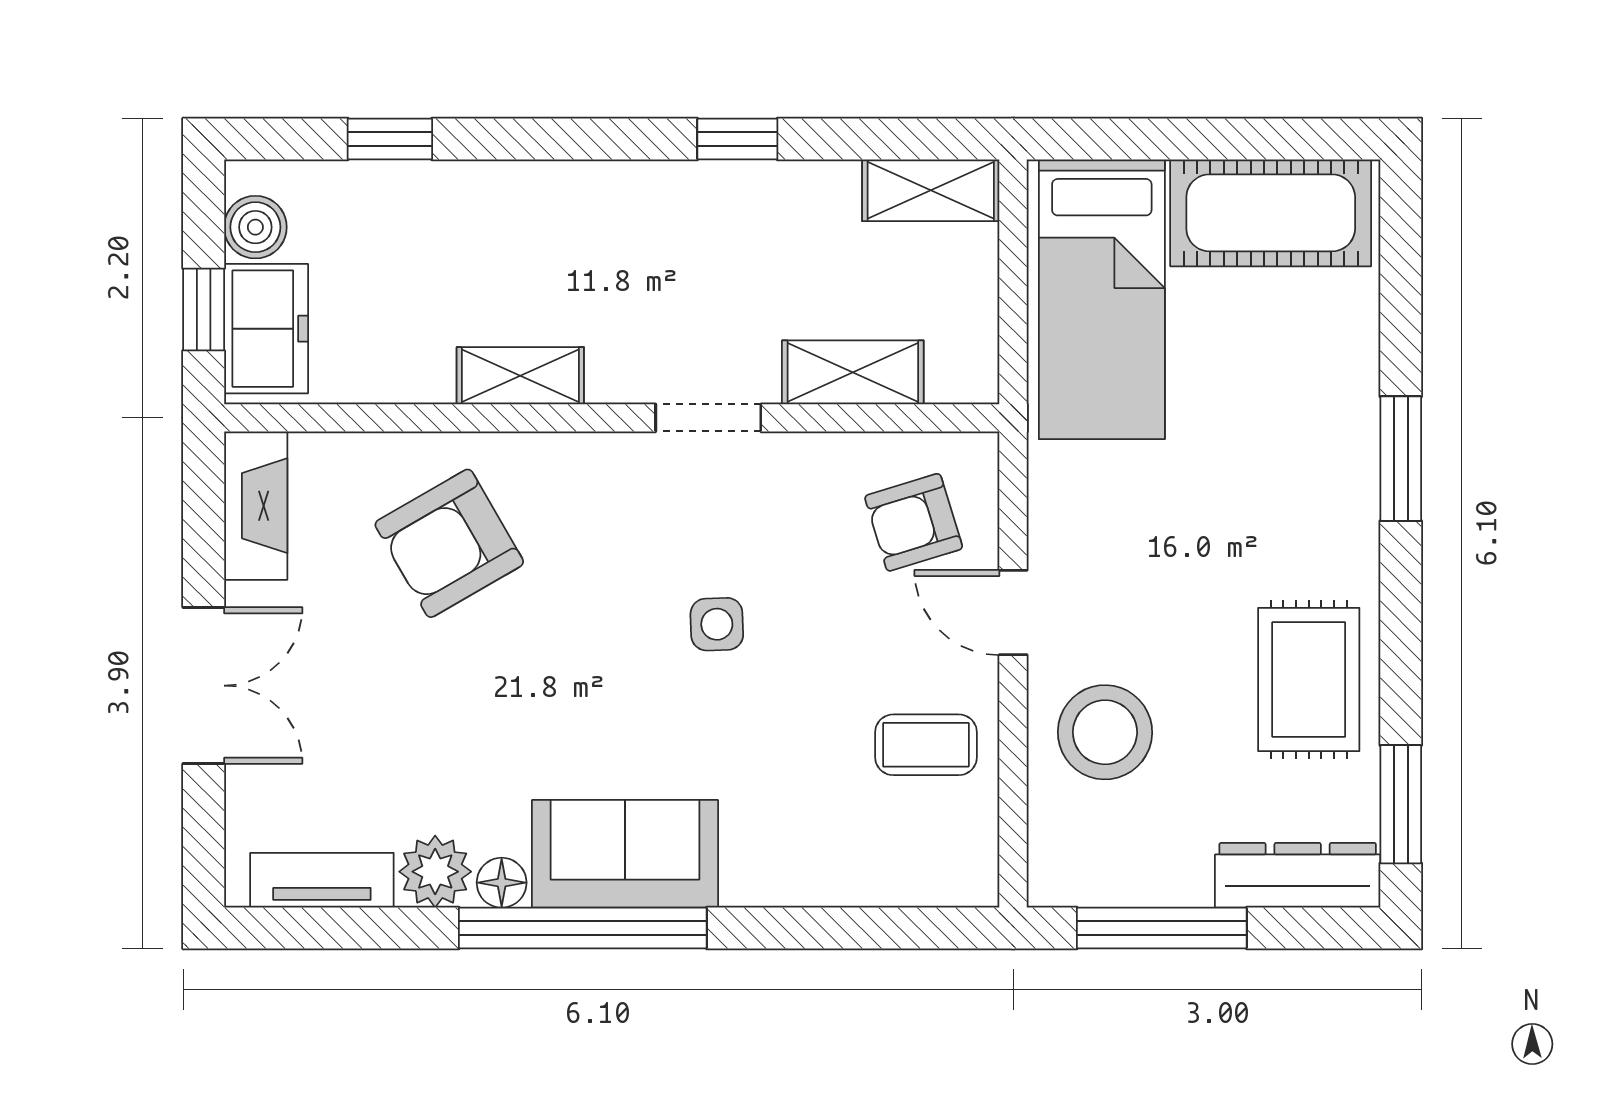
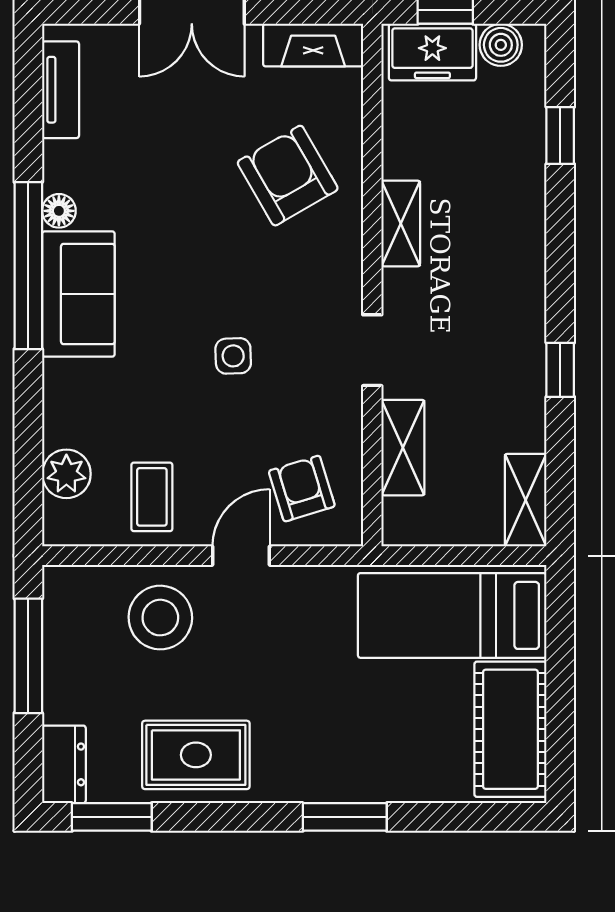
plant: (435, 872) -> (66, 474), moved
dresser: (1298, 875) -> (64, 764), width x0.70

